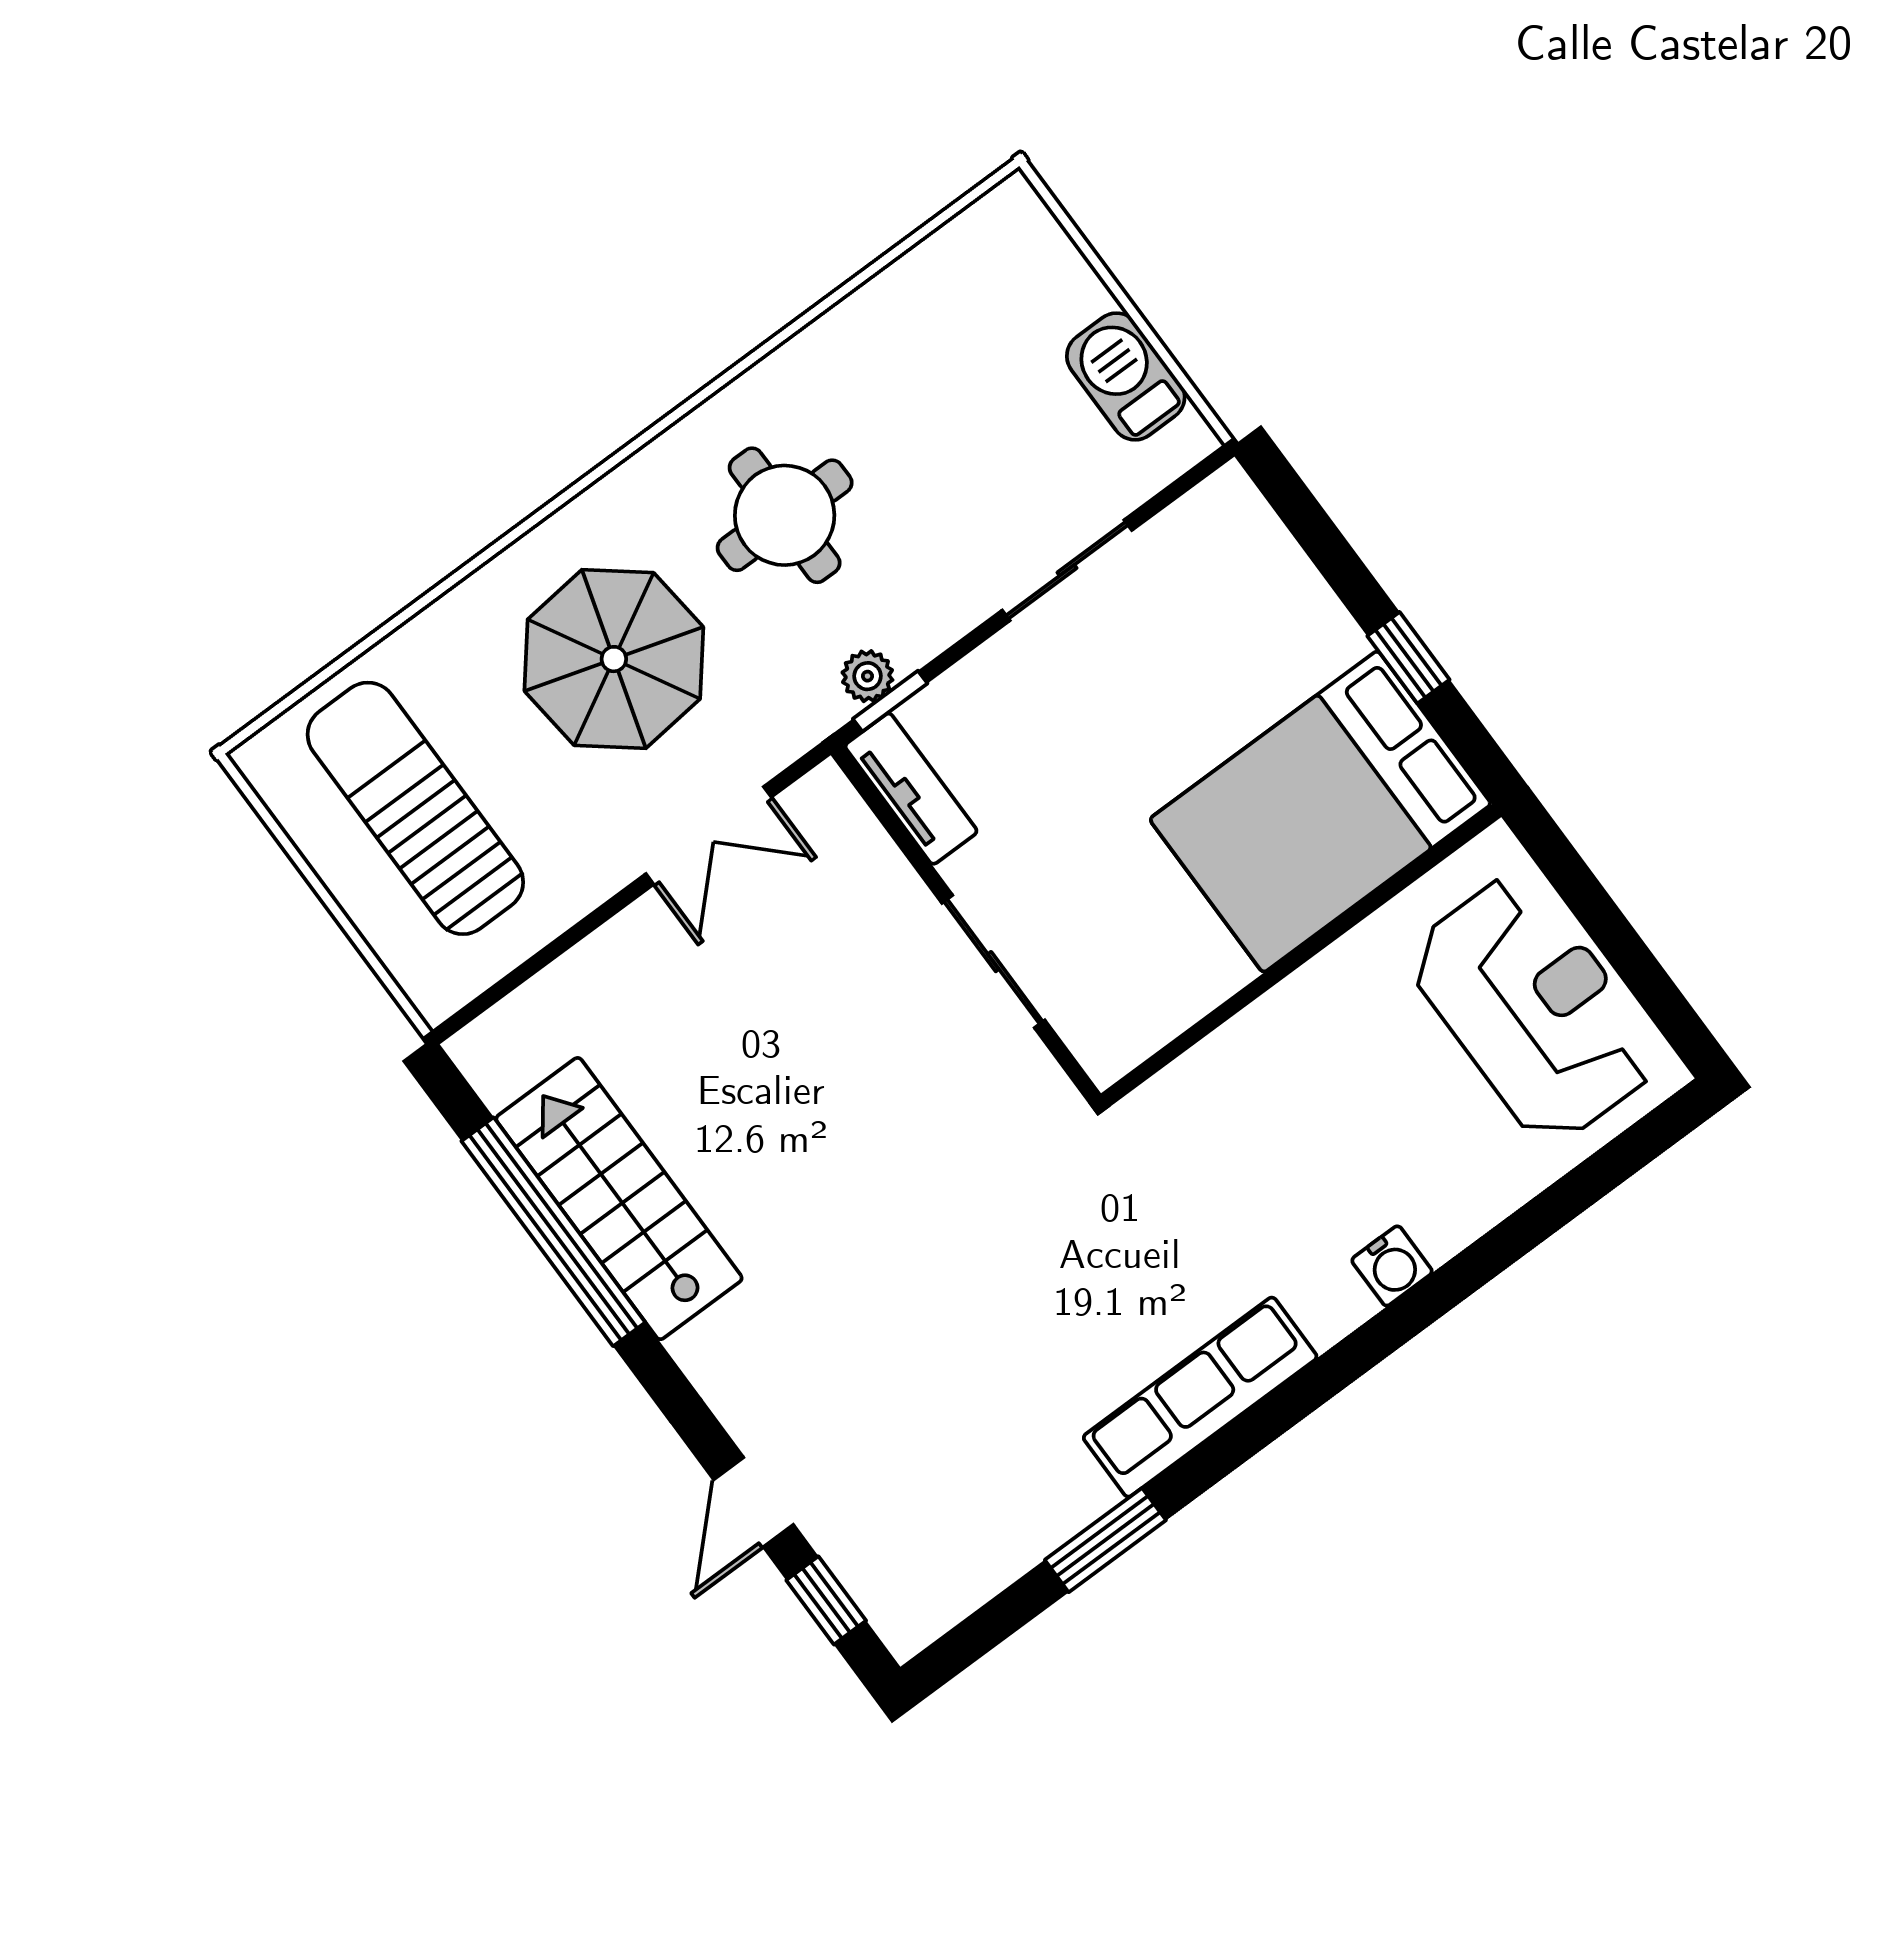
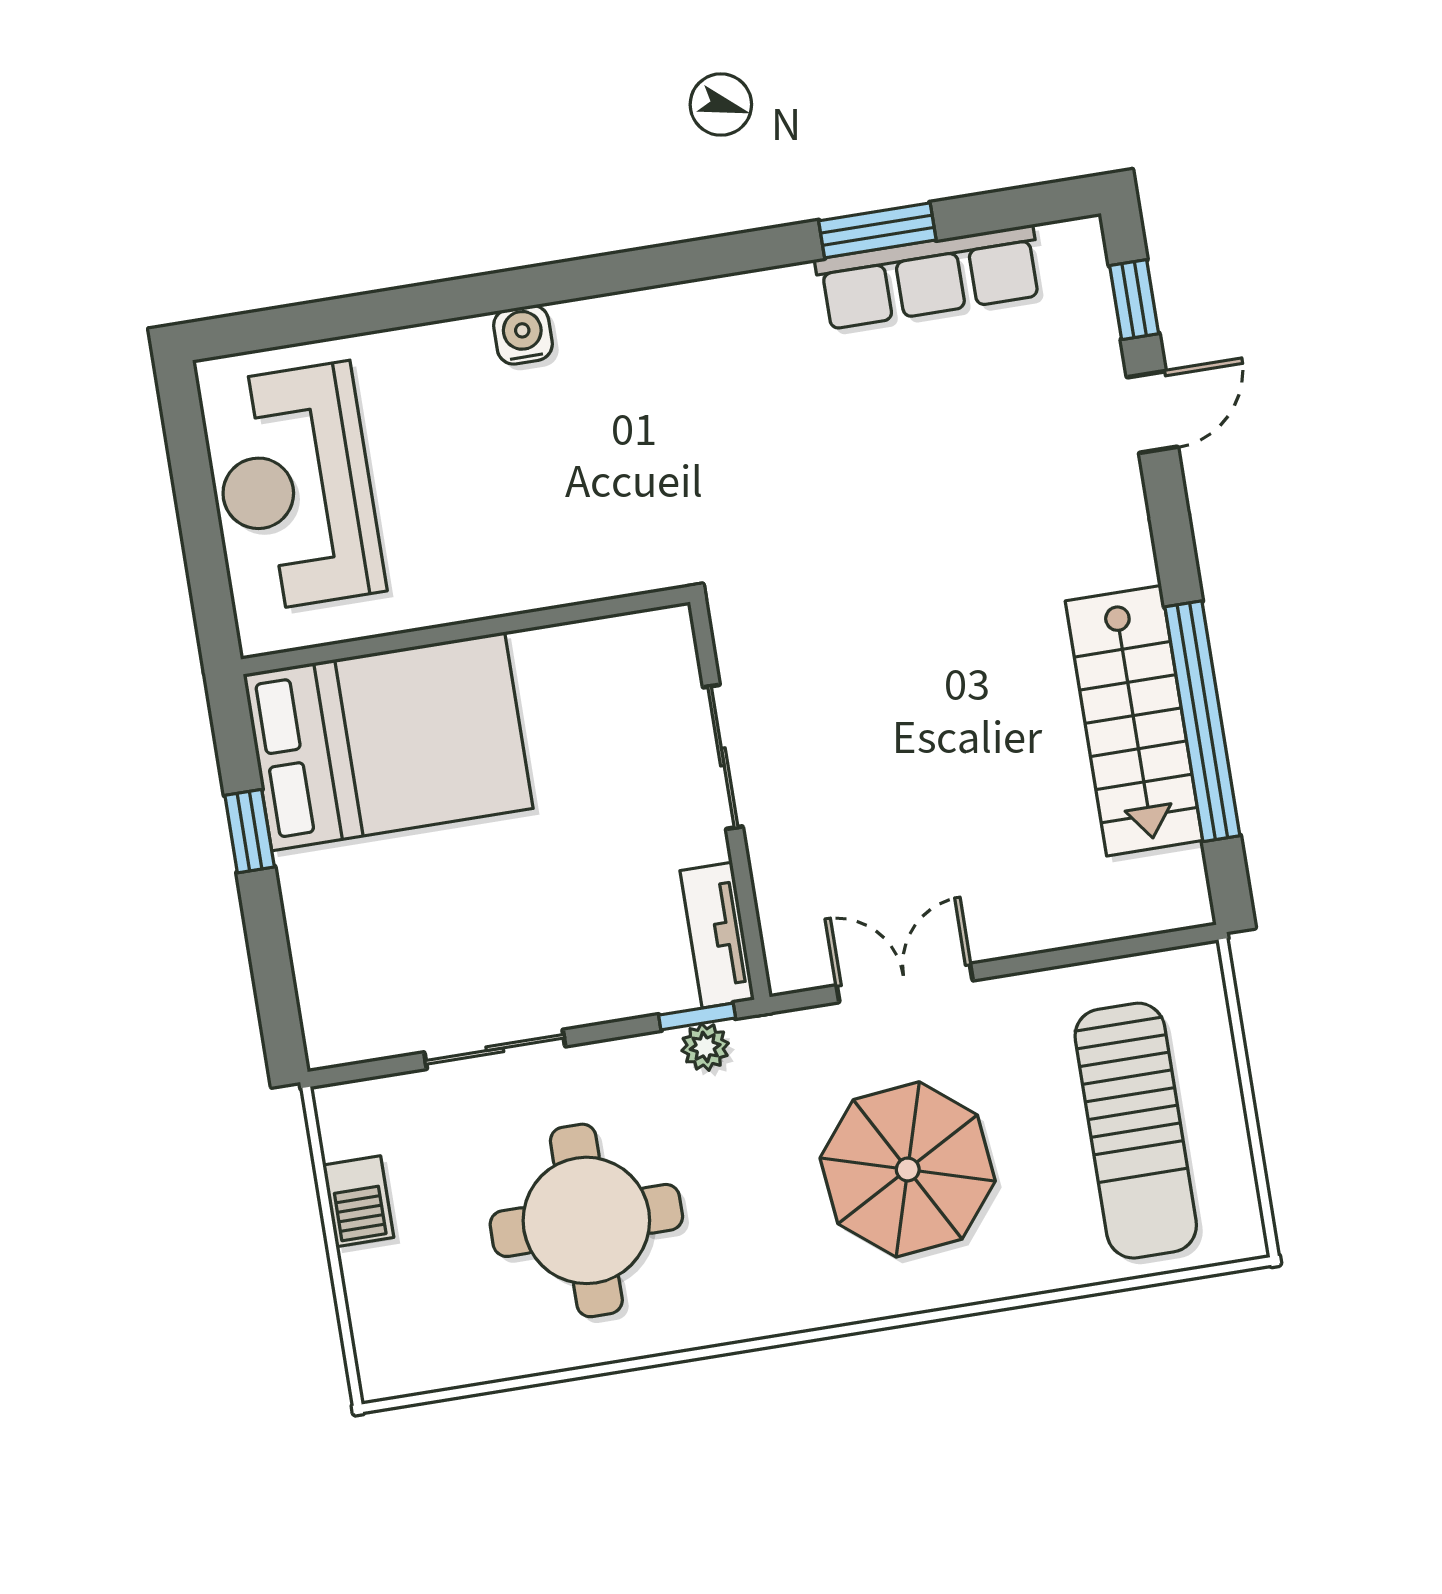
barbecue: (1126, 376) -> (358, 1201), width x0.73, depth x0.79
round table: (785, 515) -> (586, 1220), moved, width x1.36, depth x1.36
row of seats: (1200, 1397) -> (929, 277), moved

